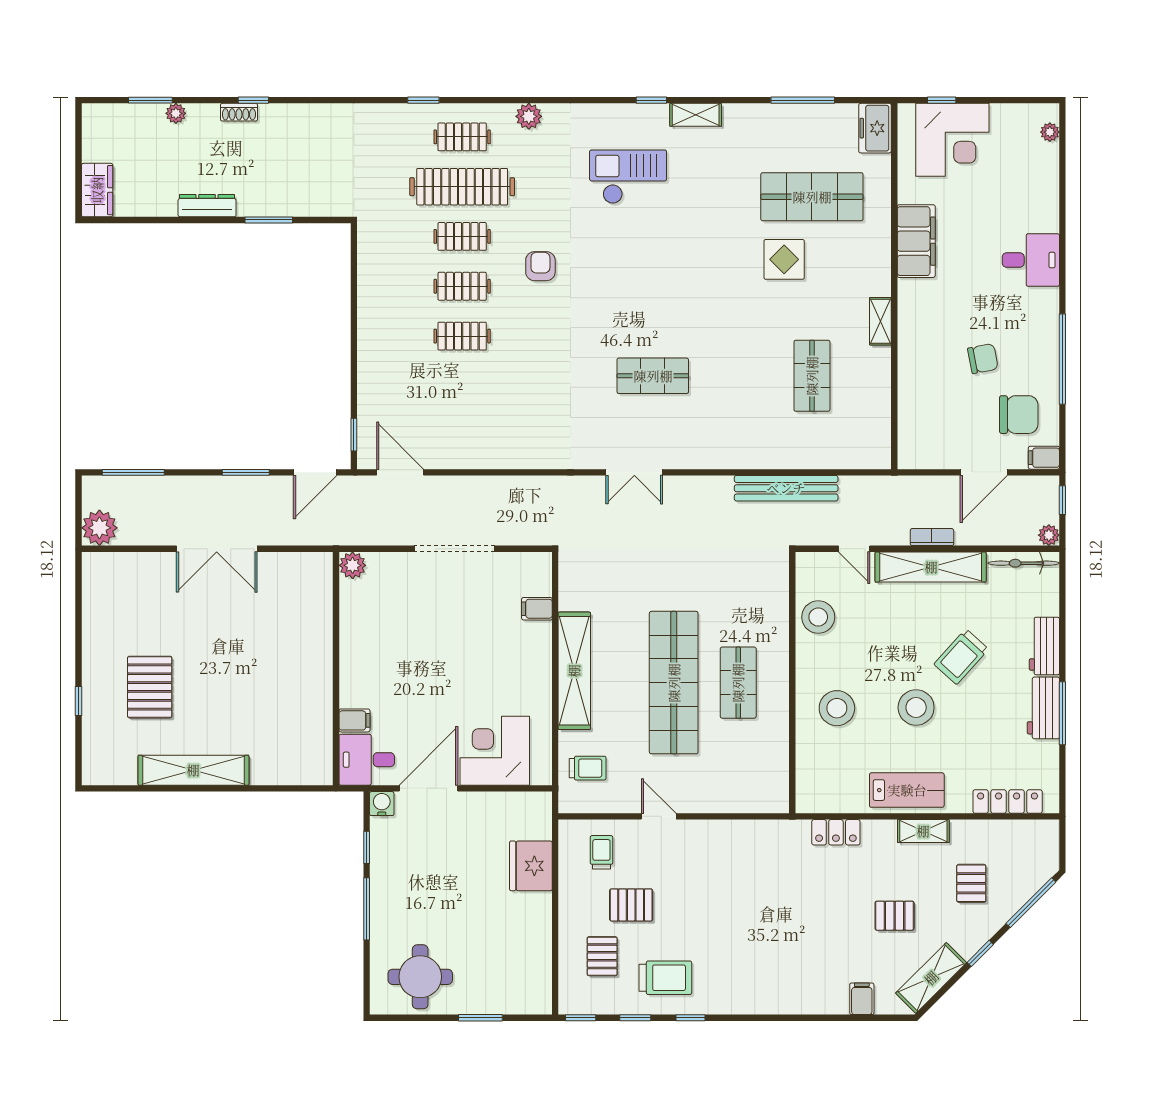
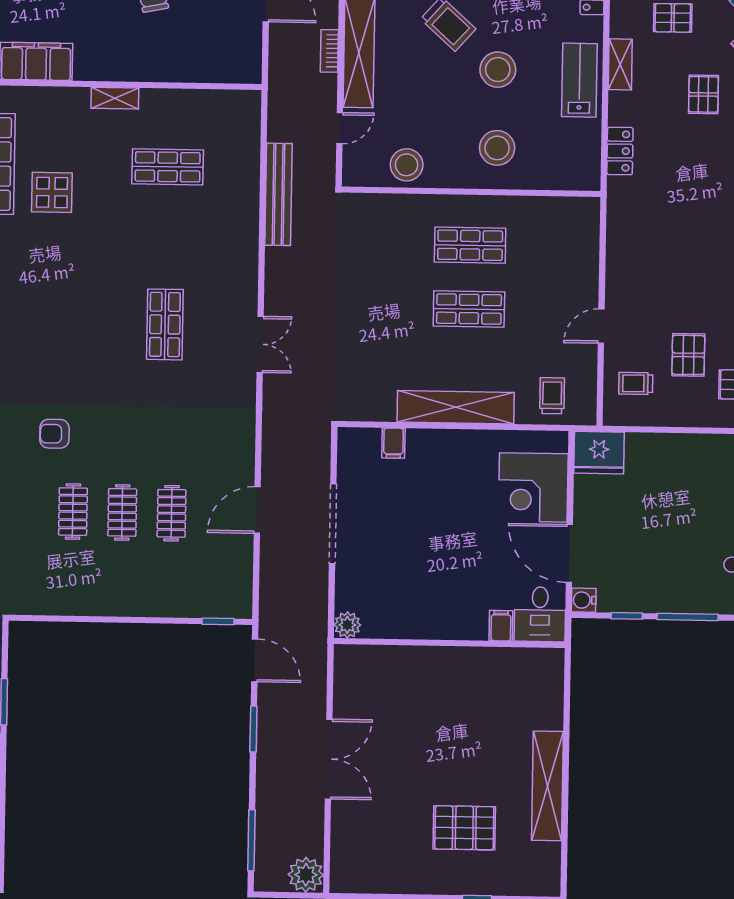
clothes rail: (462, 236) -> (172, 513), moved
door: (400, 472) -> (257, 510), moved
shop shelf: (674, 683) -> (469, 309), width x0.50, depth x0.74
fridge: (531, 866) -> (599, 453), moved

